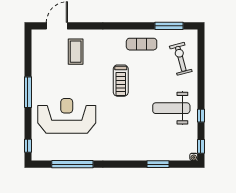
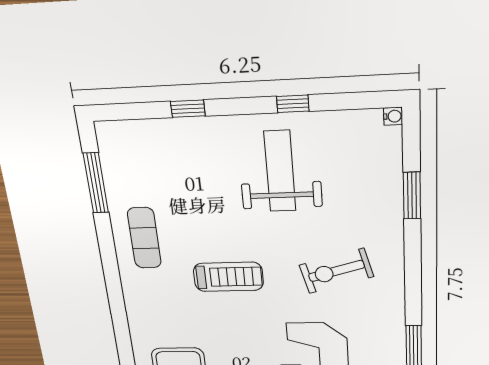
exercise bike: (181, 59) -> (336, 271), moved
weight bench: (171, 108) -> (280, 171), turned 180
window: (201, 146) -> (188, 109), moved

